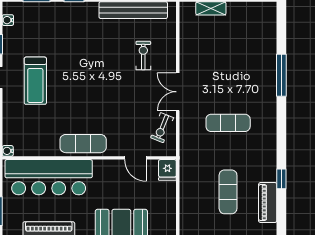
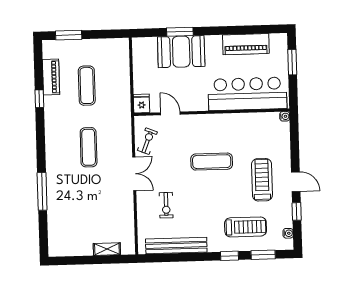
treadmill: (55, 29) -> (246, 227), added
exercise mat: (228, 123) -> (89, 147), turned 90
exercise mat: (83, 144) -> (212, 162), moved

